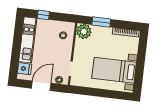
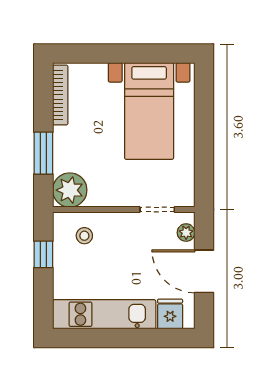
window: (43, 15) -> (43, 254), moved

